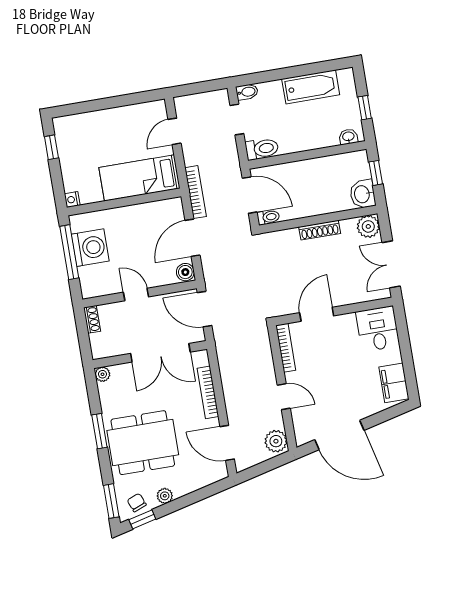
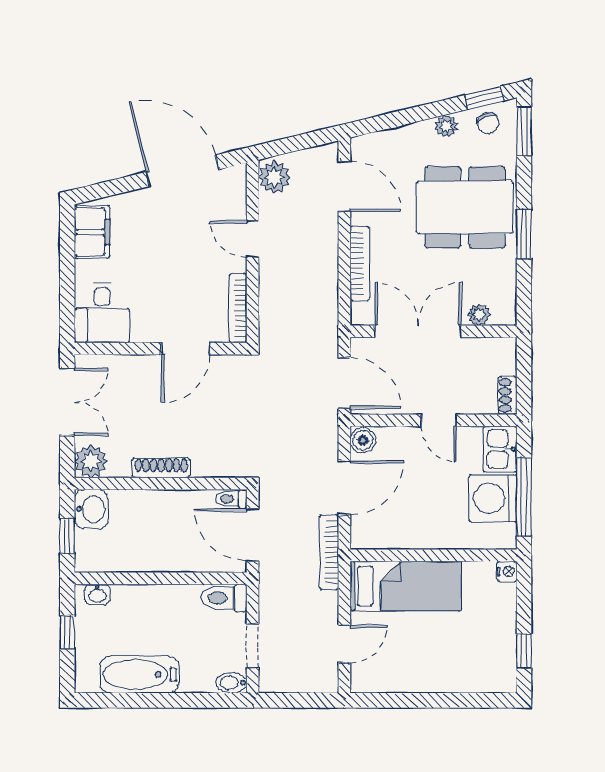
kitchen sink: (91, 282) -> (500, 449), added
plant: (102, 374) -> (479, 315), moved

